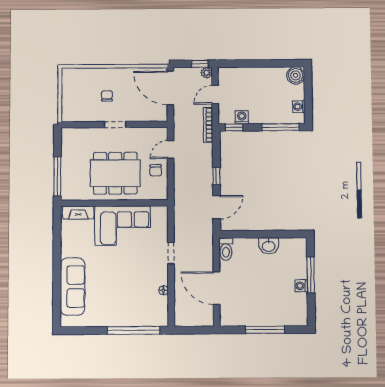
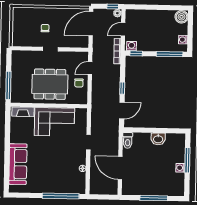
door: (170, 88) -> (91, 24), hinge flipped
washing machine: (242, 117) -> (132, 46), moved

